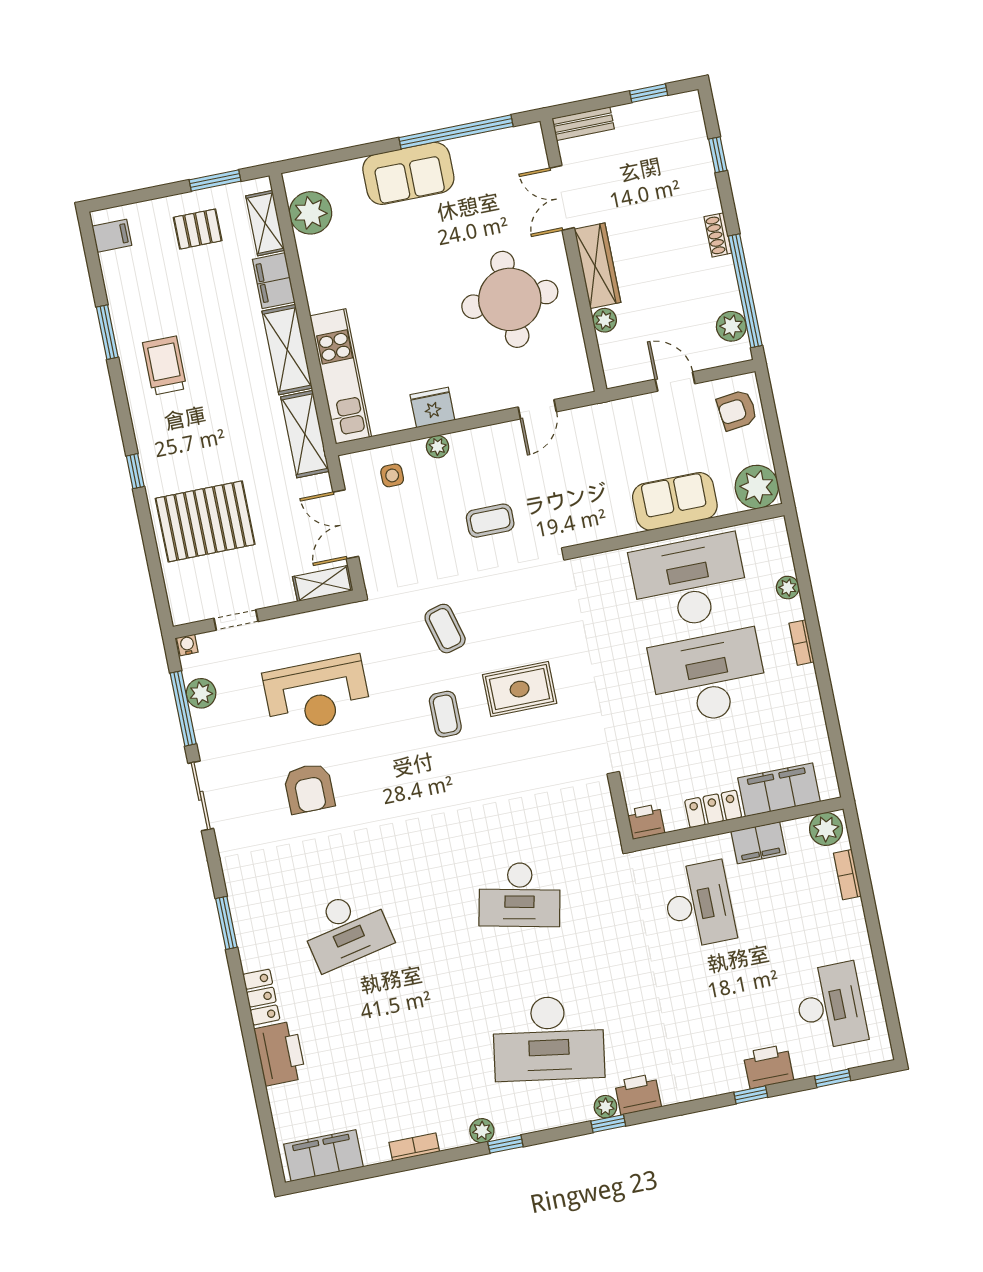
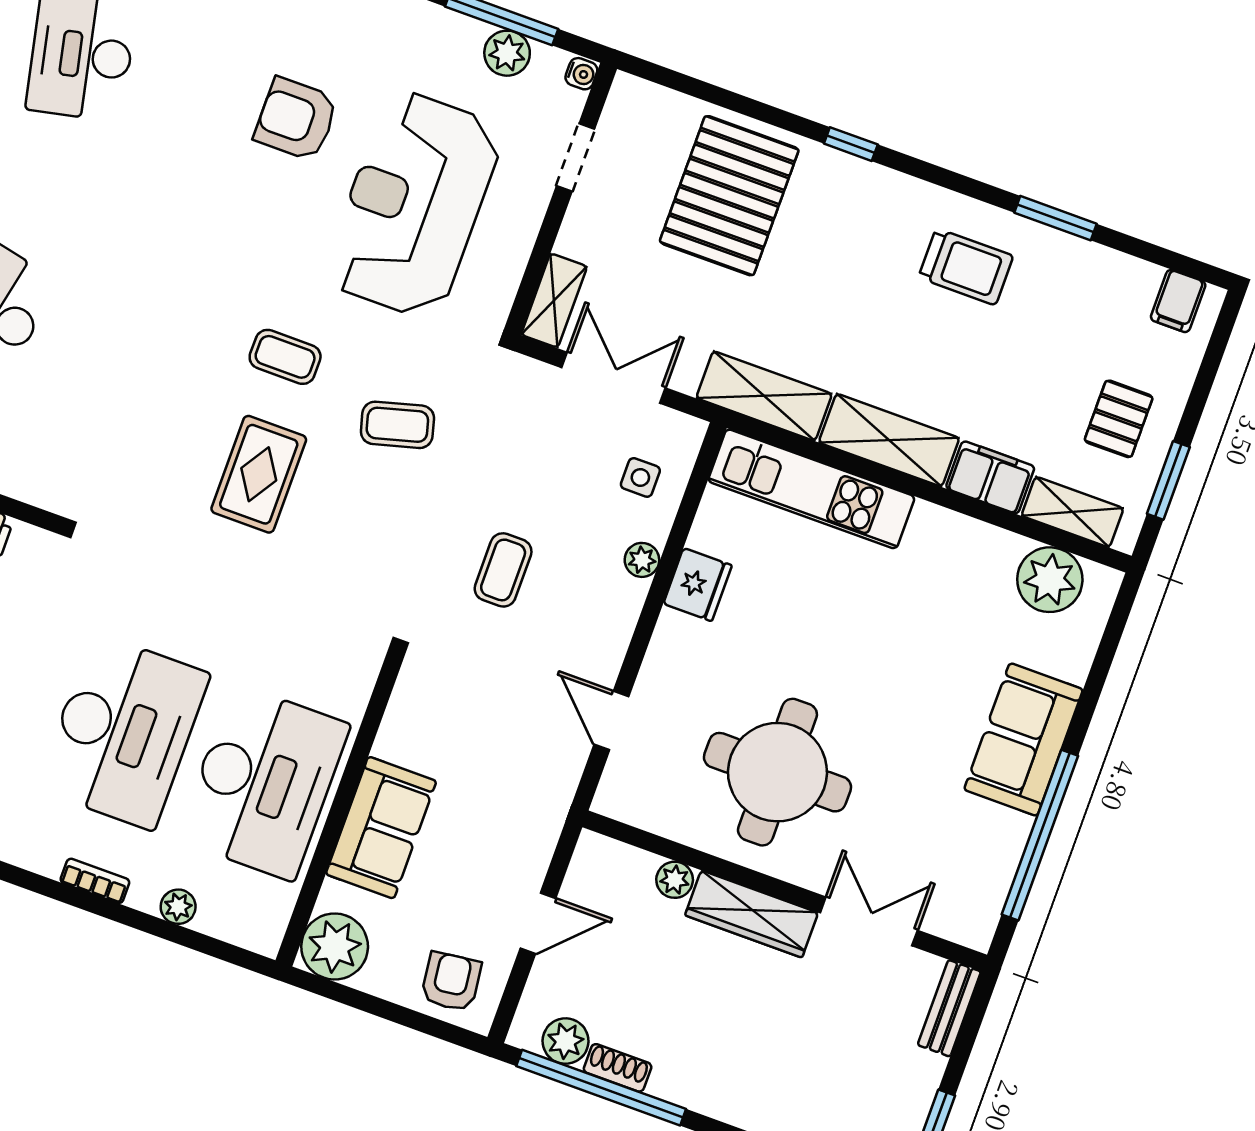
shoe rack: (718, 235) -> (618, 1068), moved
reception desk: (317, 694) -> (414, 204), width x1.36, depth x1.30

